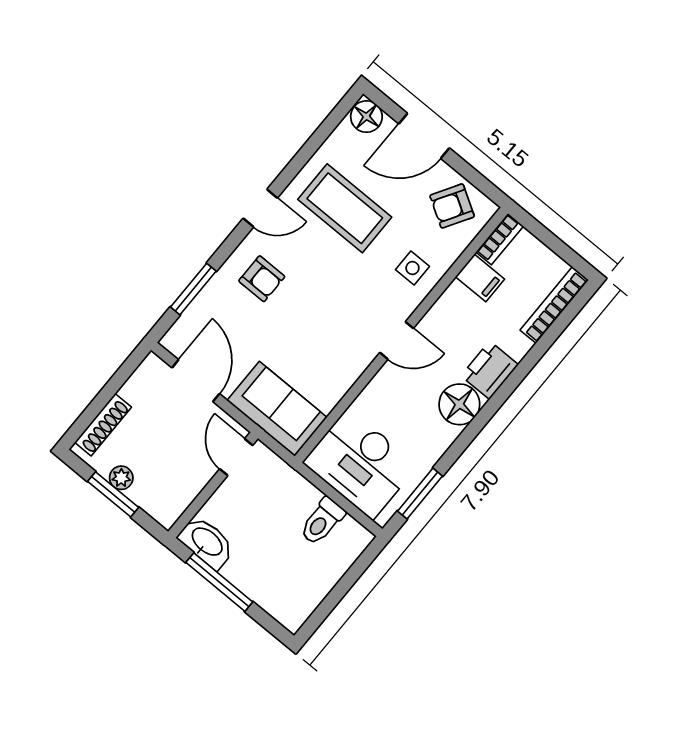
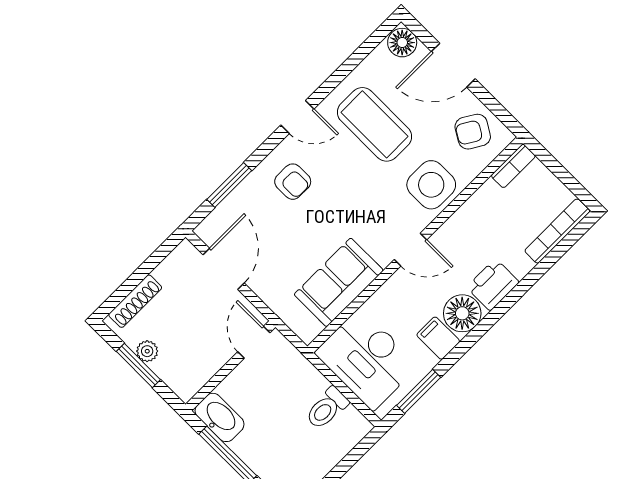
side table: (412, 268) -> (431, 185), width x1.87, depth x1.87
filing cabinet: (480, 278) -> (438, 338), moved, turned 180
sofa: (277, 409) -> (339, 282), moved, turned -90

